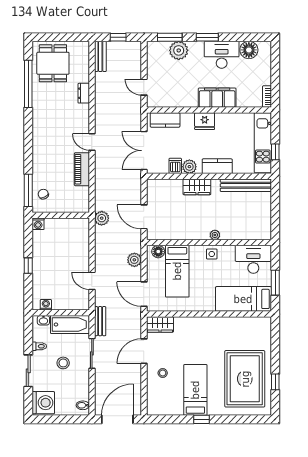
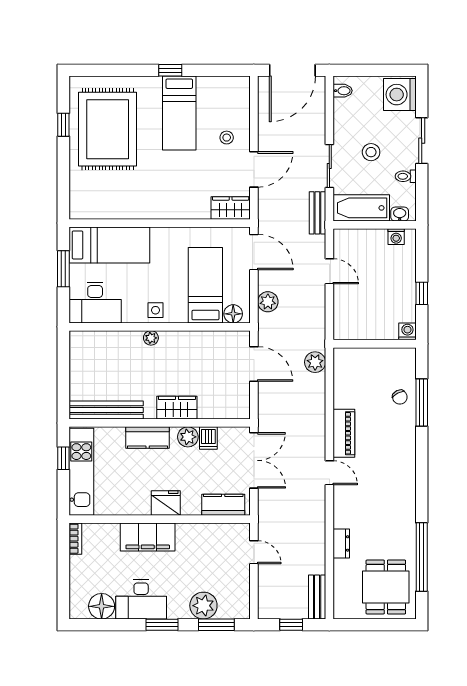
wall: (61, 215) -> (375, 344), moved
washing machine: (38, 224) -> (407, 331), moved

